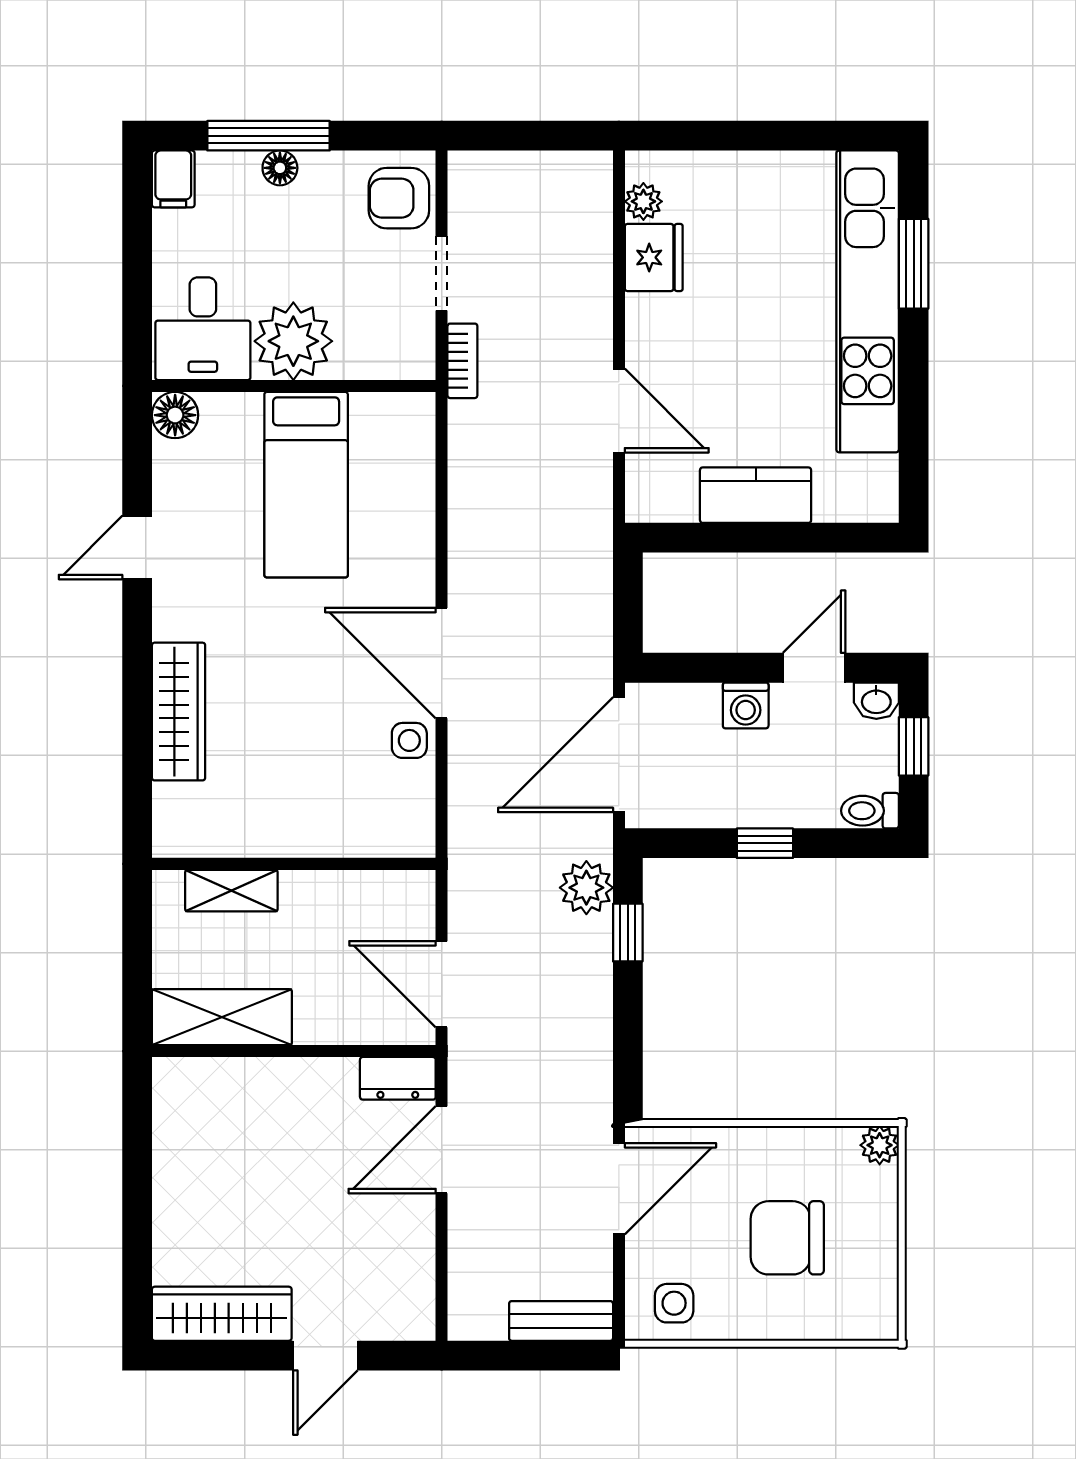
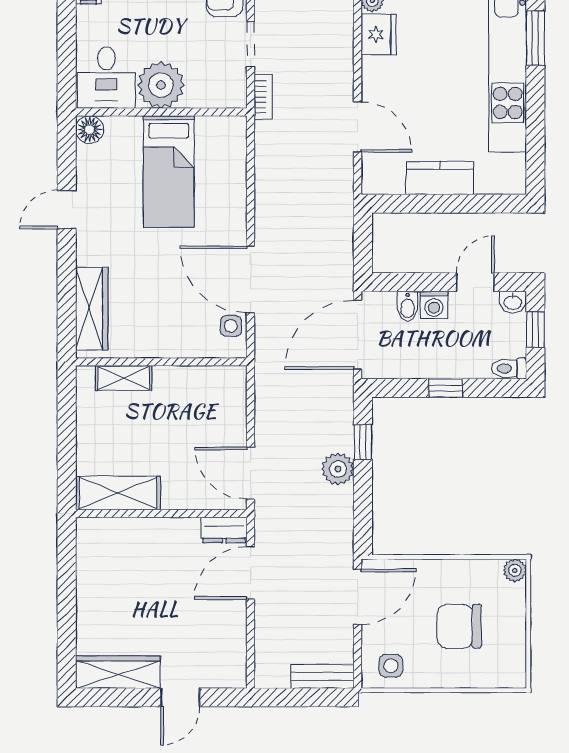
bidet: (702, 708) -> (408, 306), added
wall: (294, 864) -> (161, 362), moved
plant: (586, 888) -> (338, 469), moved
shelving: (231, 891) -> (124, 378), moved

